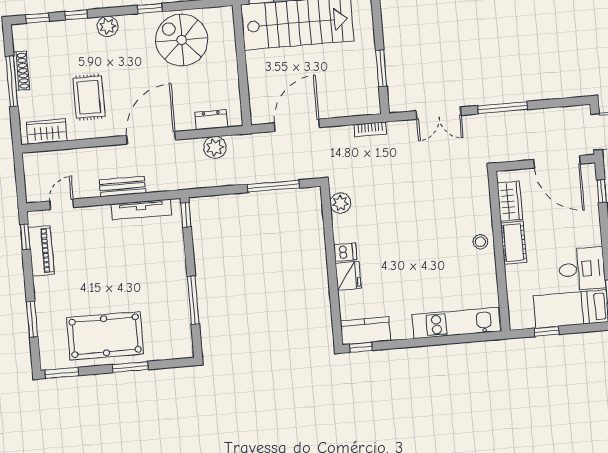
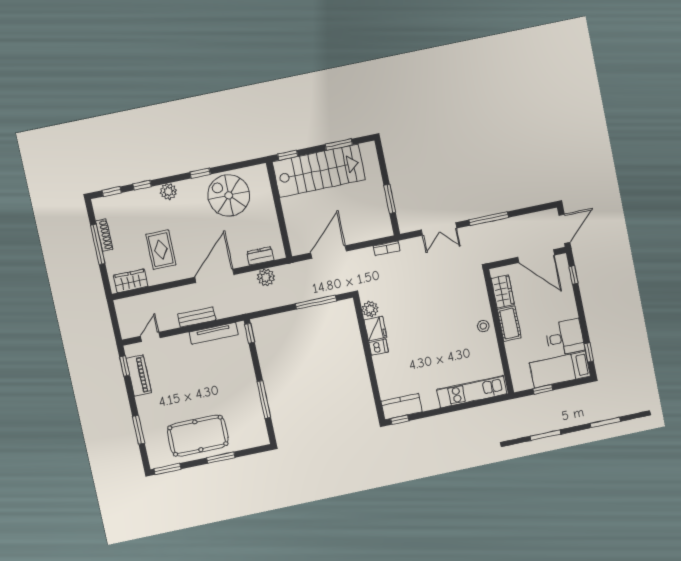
fridge: (348, 276) -> (375, 329), moved

